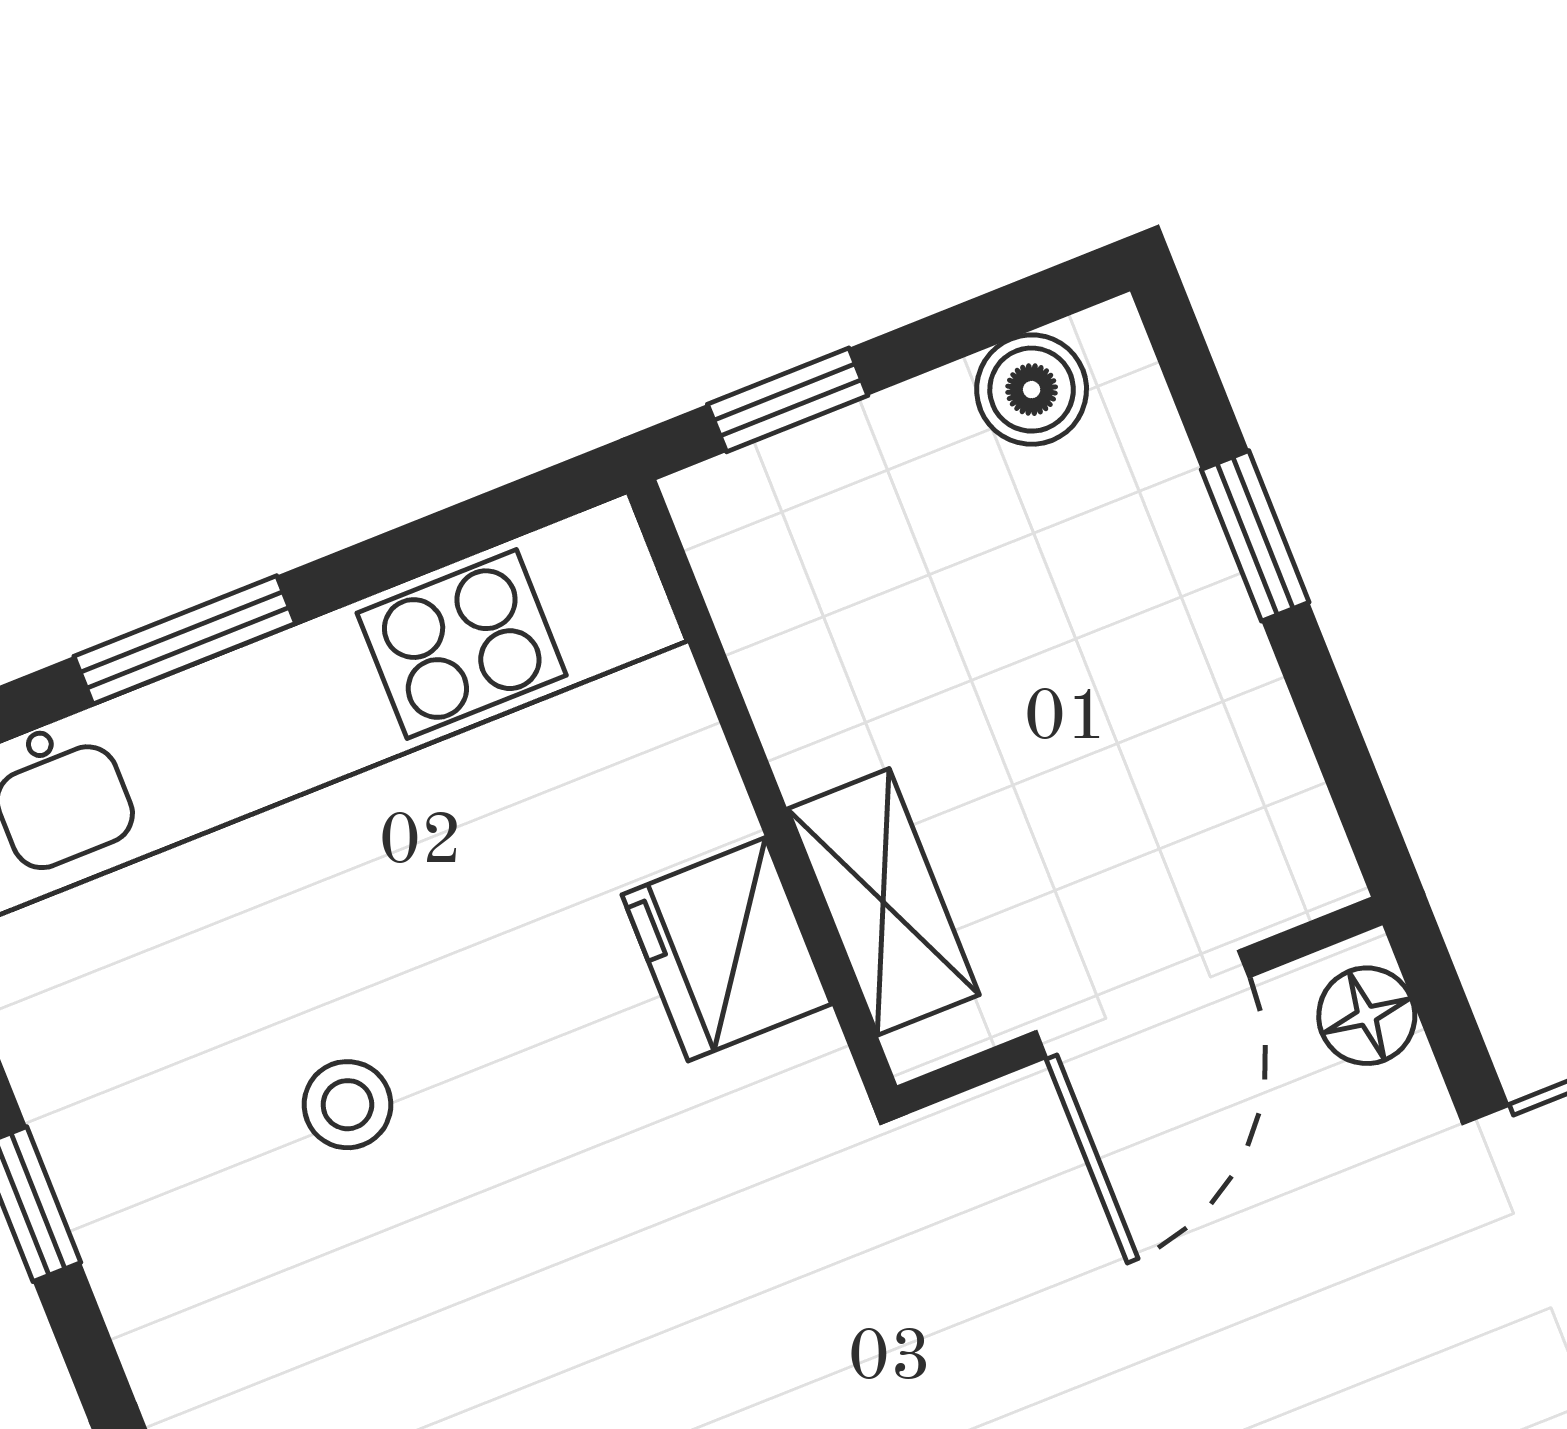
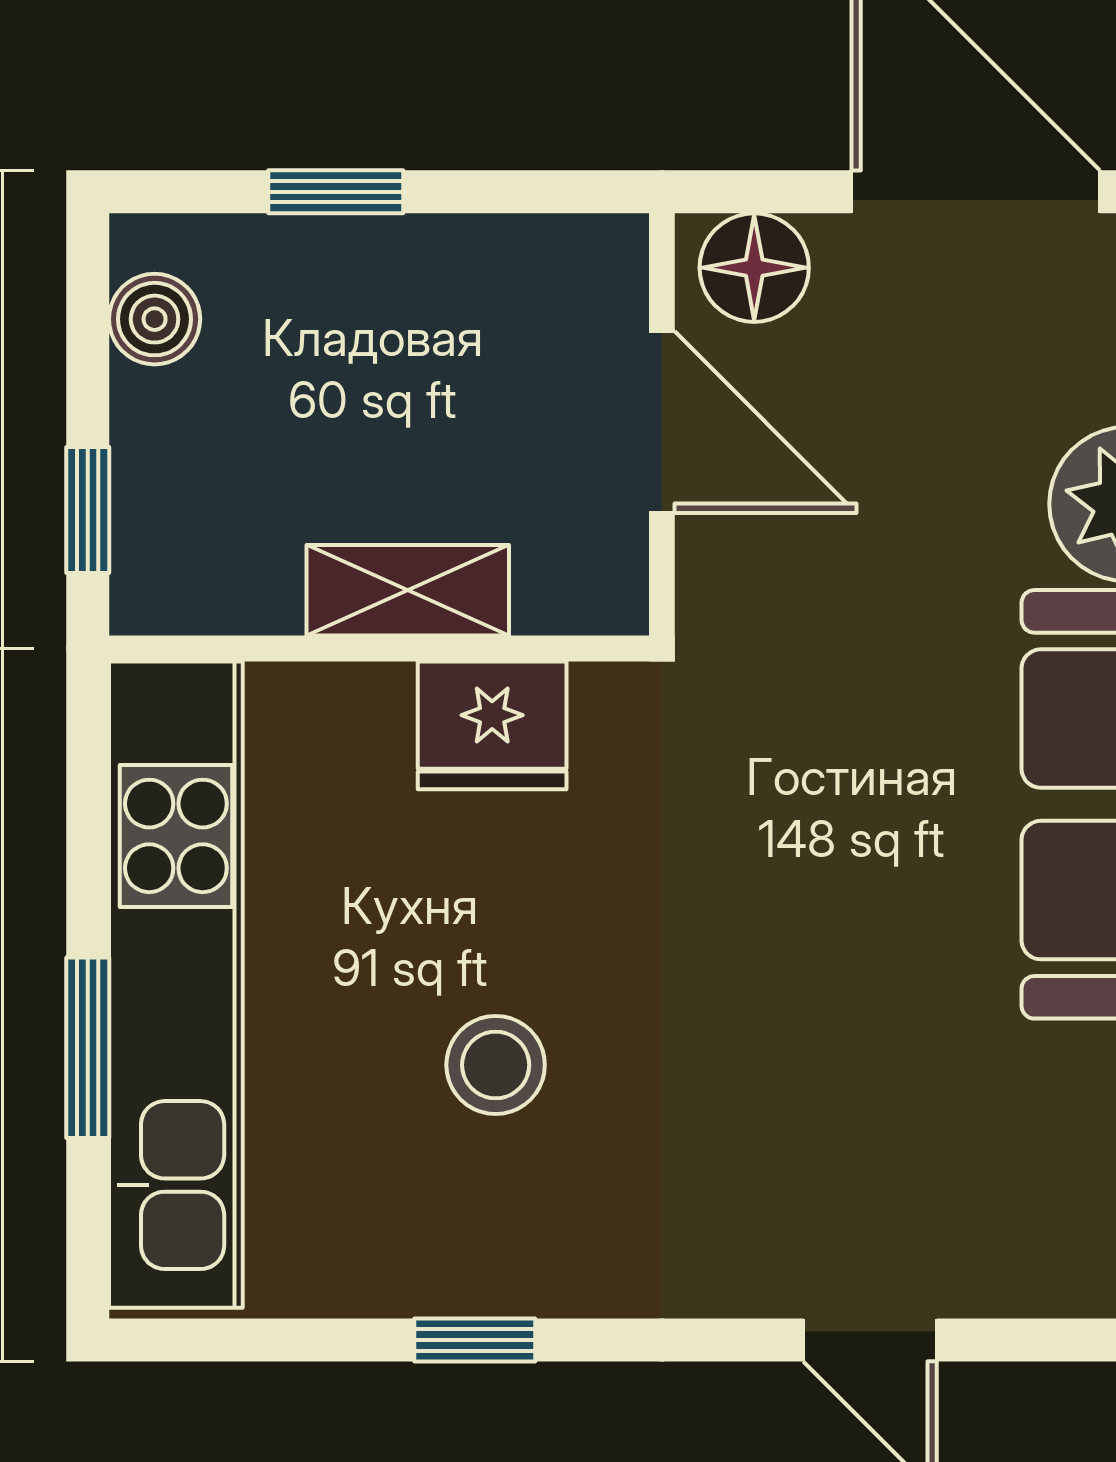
shelving: (883, 902) -> (408, 590), moved
floor lamp: (1367, 1016) -> (754, 268), width x1.37, depth x1.37
stool: (347, 1105) -> (496, 1065), width x1.37, depth x1.37

